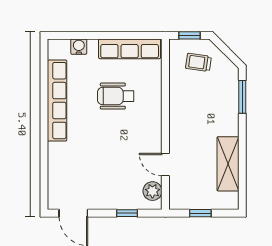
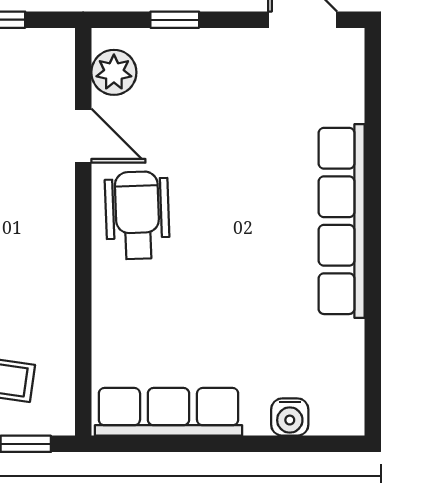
wheelchair: (116, 96) -> (137, 215), moved, turned -92
row of seats: (57, 101) -> (342, 221), moved

